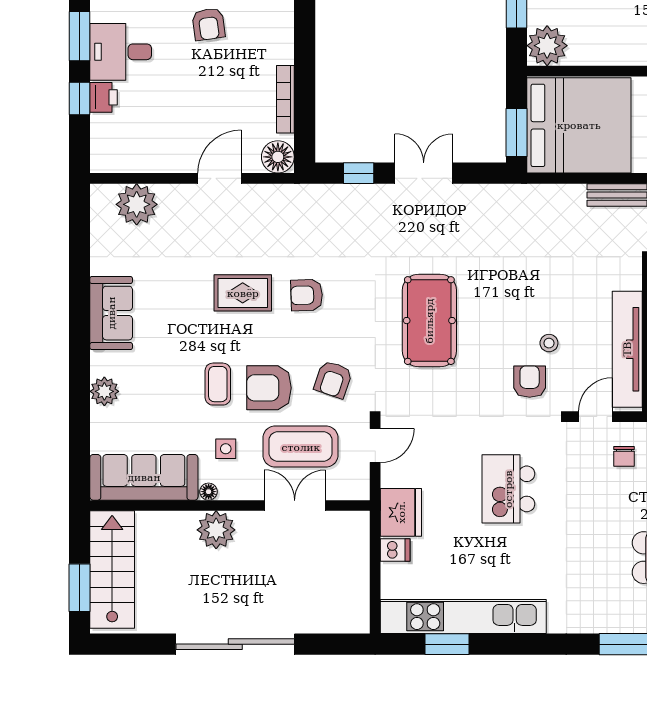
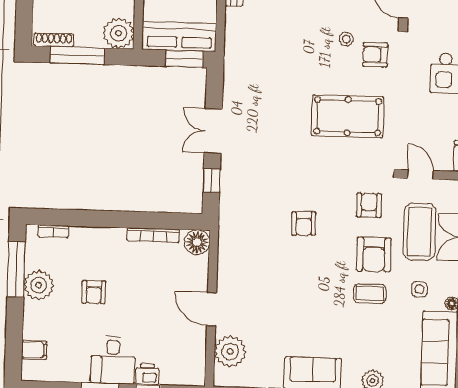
armchair: (208, 24) -> (94, 292), turned 98
door: (219, 178) -> (212, 309), moved
rug: (243, 293) -> (301, 272), removed
pool table: (429, 321) -> (348, 116), moved
armchair: (333, 379) -> (369, 205), turned -109

